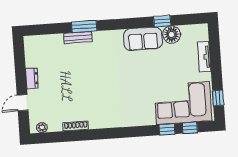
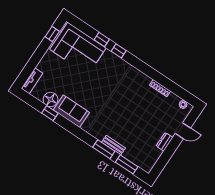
window: (51, 29) -> (127, 164), added
tv unit: (204, 57) -> (32, 81), moved
window: (190, 128) -> (119, 51), moved

